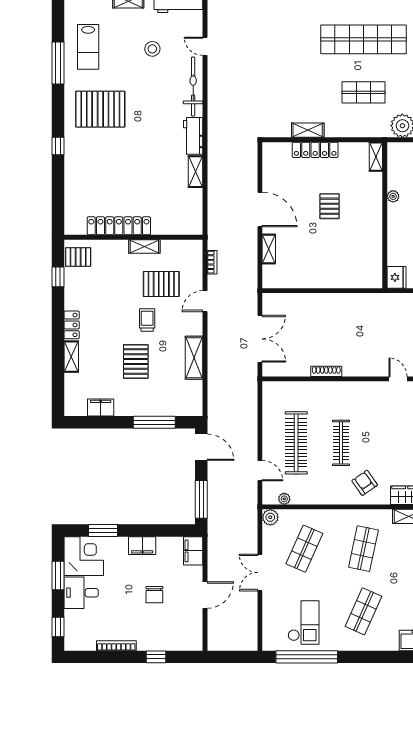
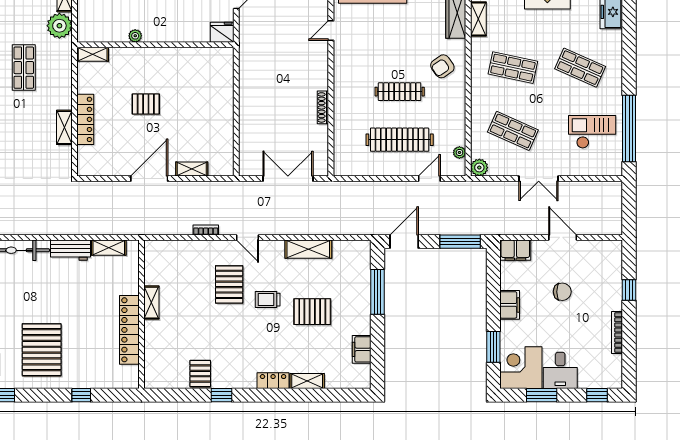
locker: (119, 226) -> (129, 330), moved
wall: (133, 237) -> (141, 314), moved
shelving: (144, 246) -> (151, 303), moved

